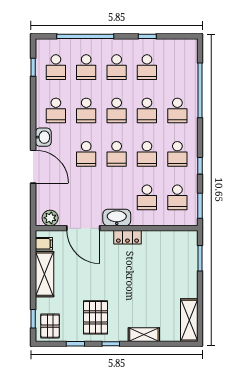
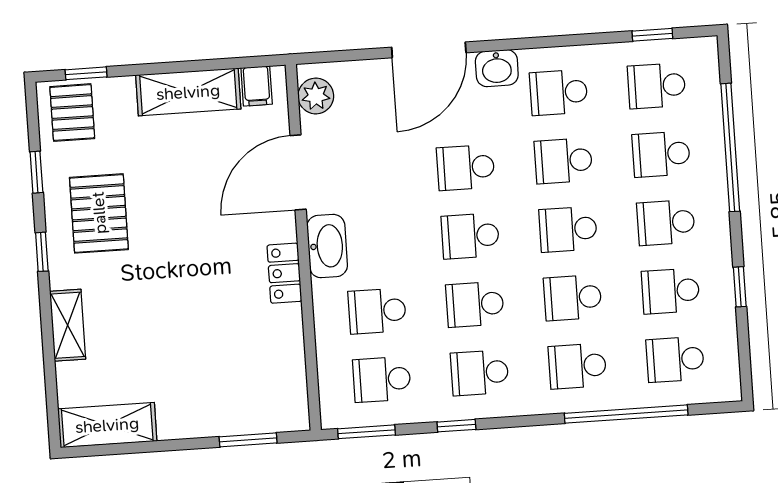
school desk: (177, 67) -> (675, 359), added
pallet: (95, 317) -> (99, 213), turned 90
pallet: (50, 326) -> (72, 113), turned 90

